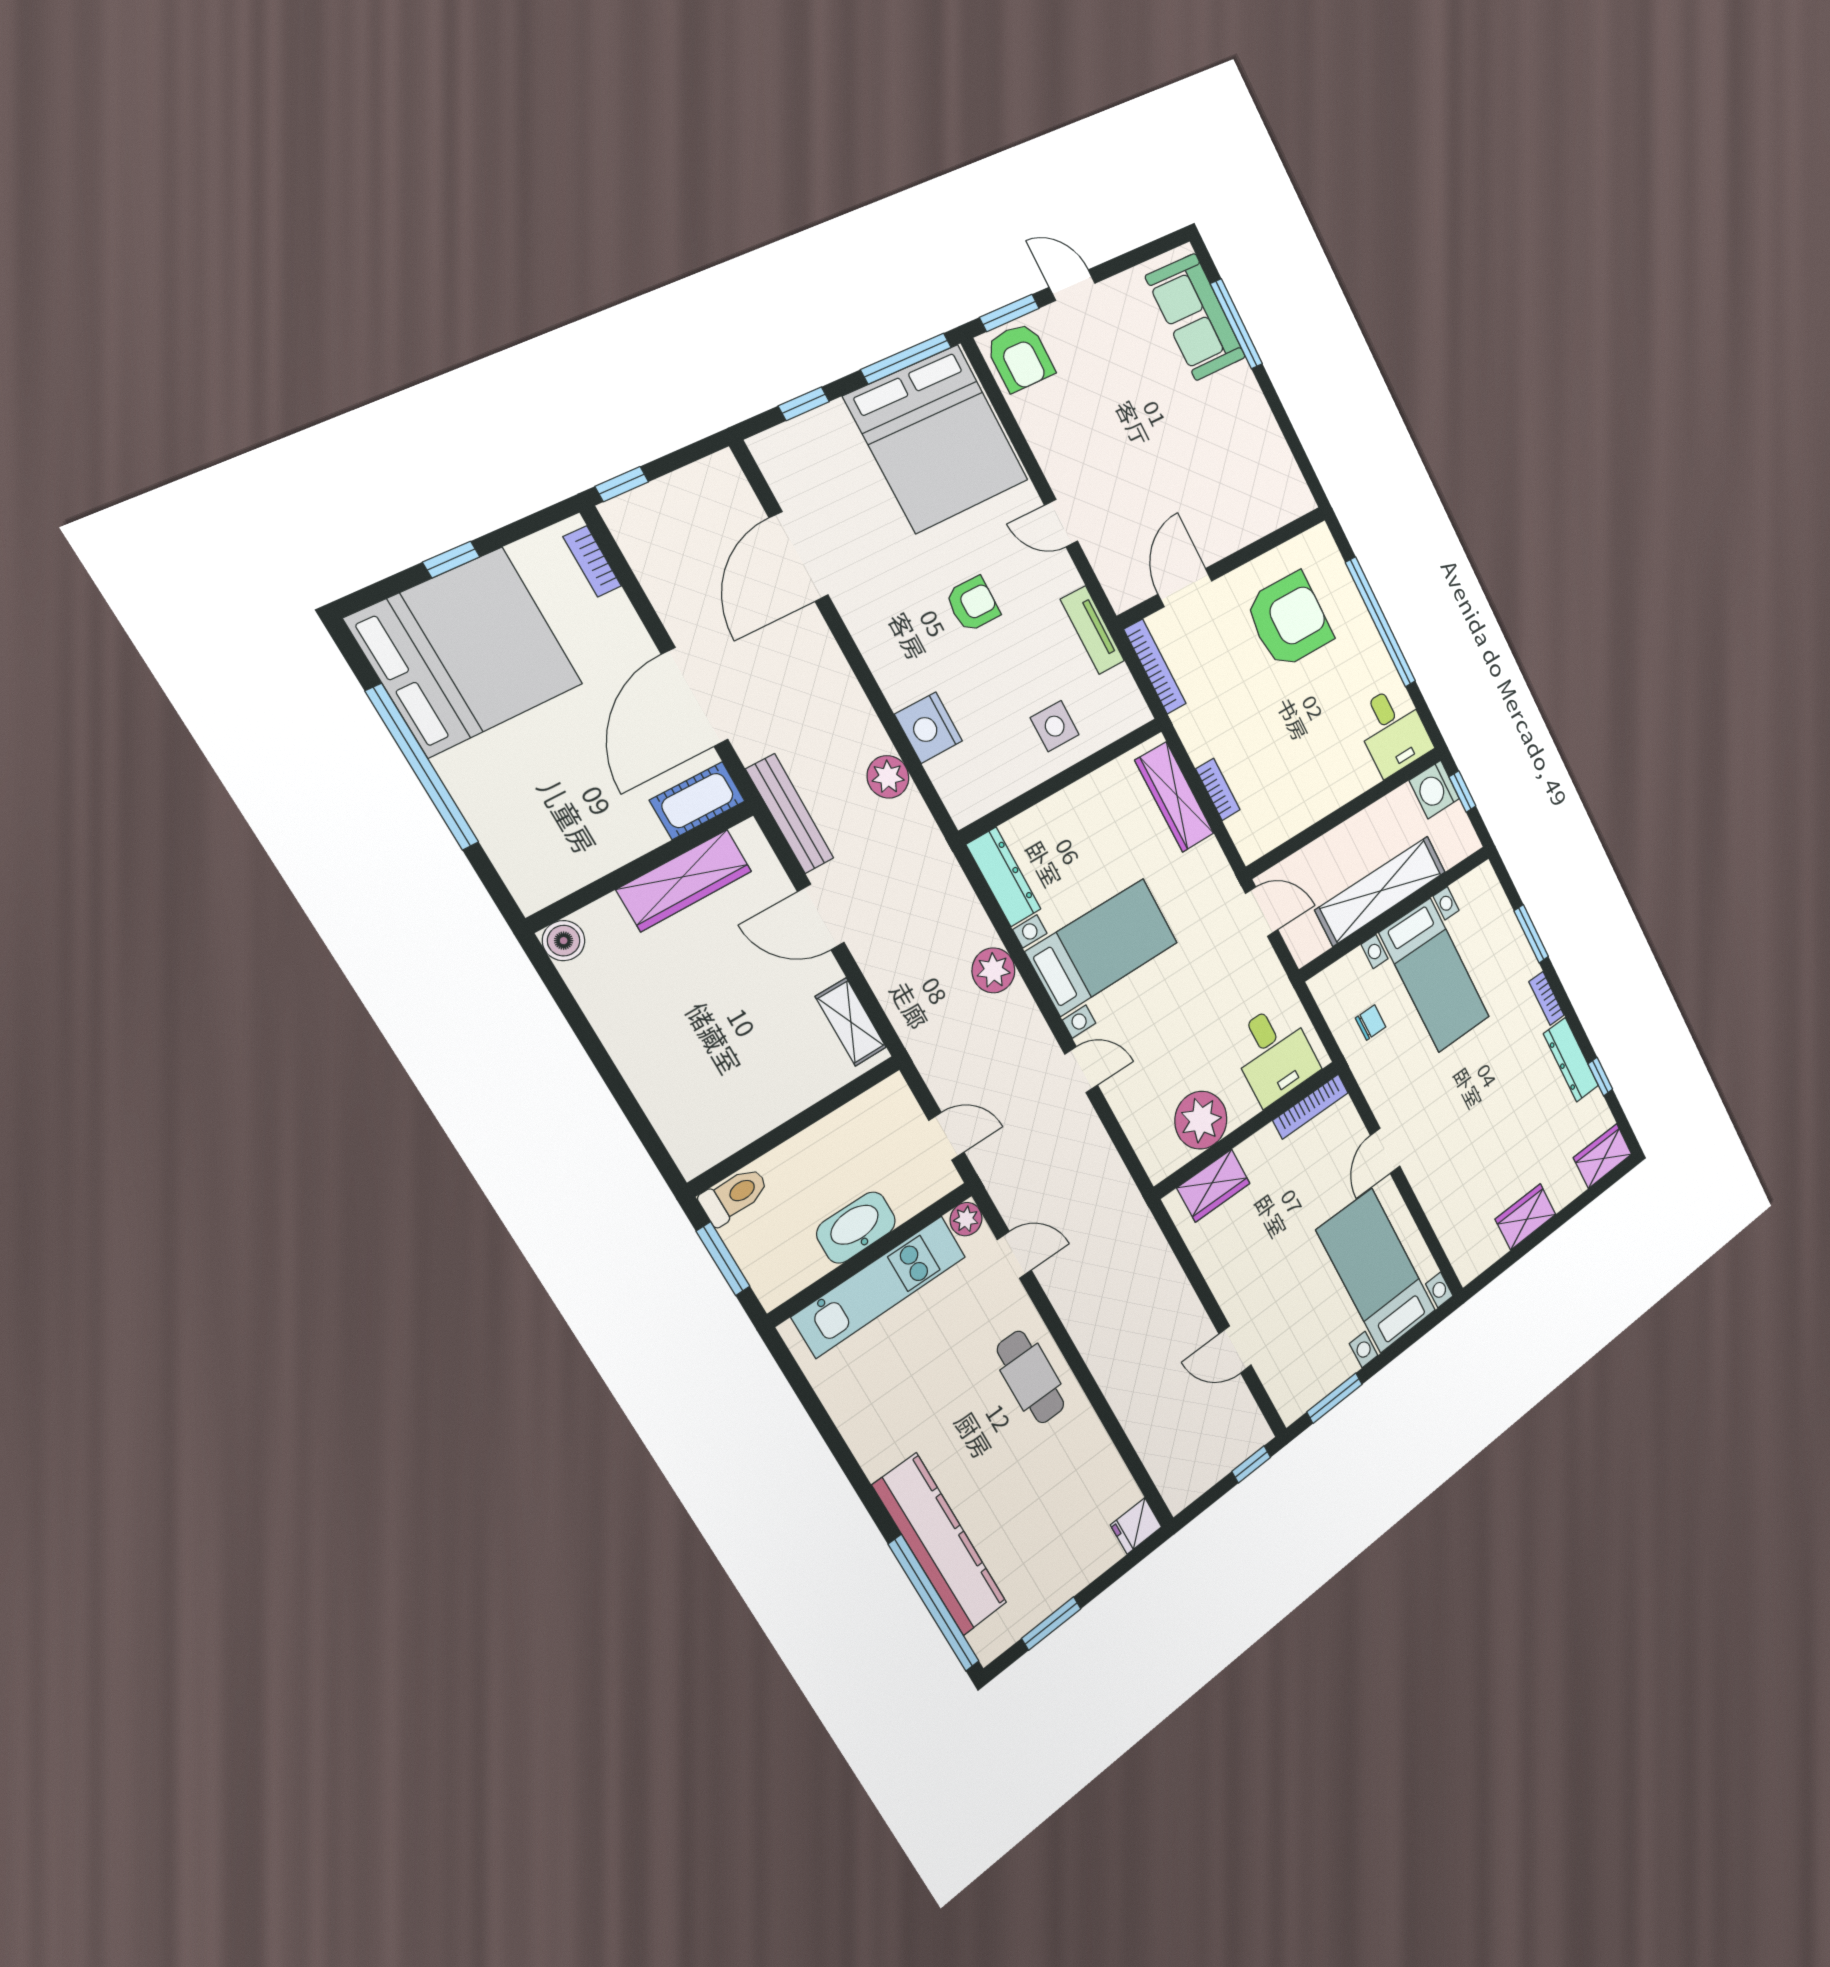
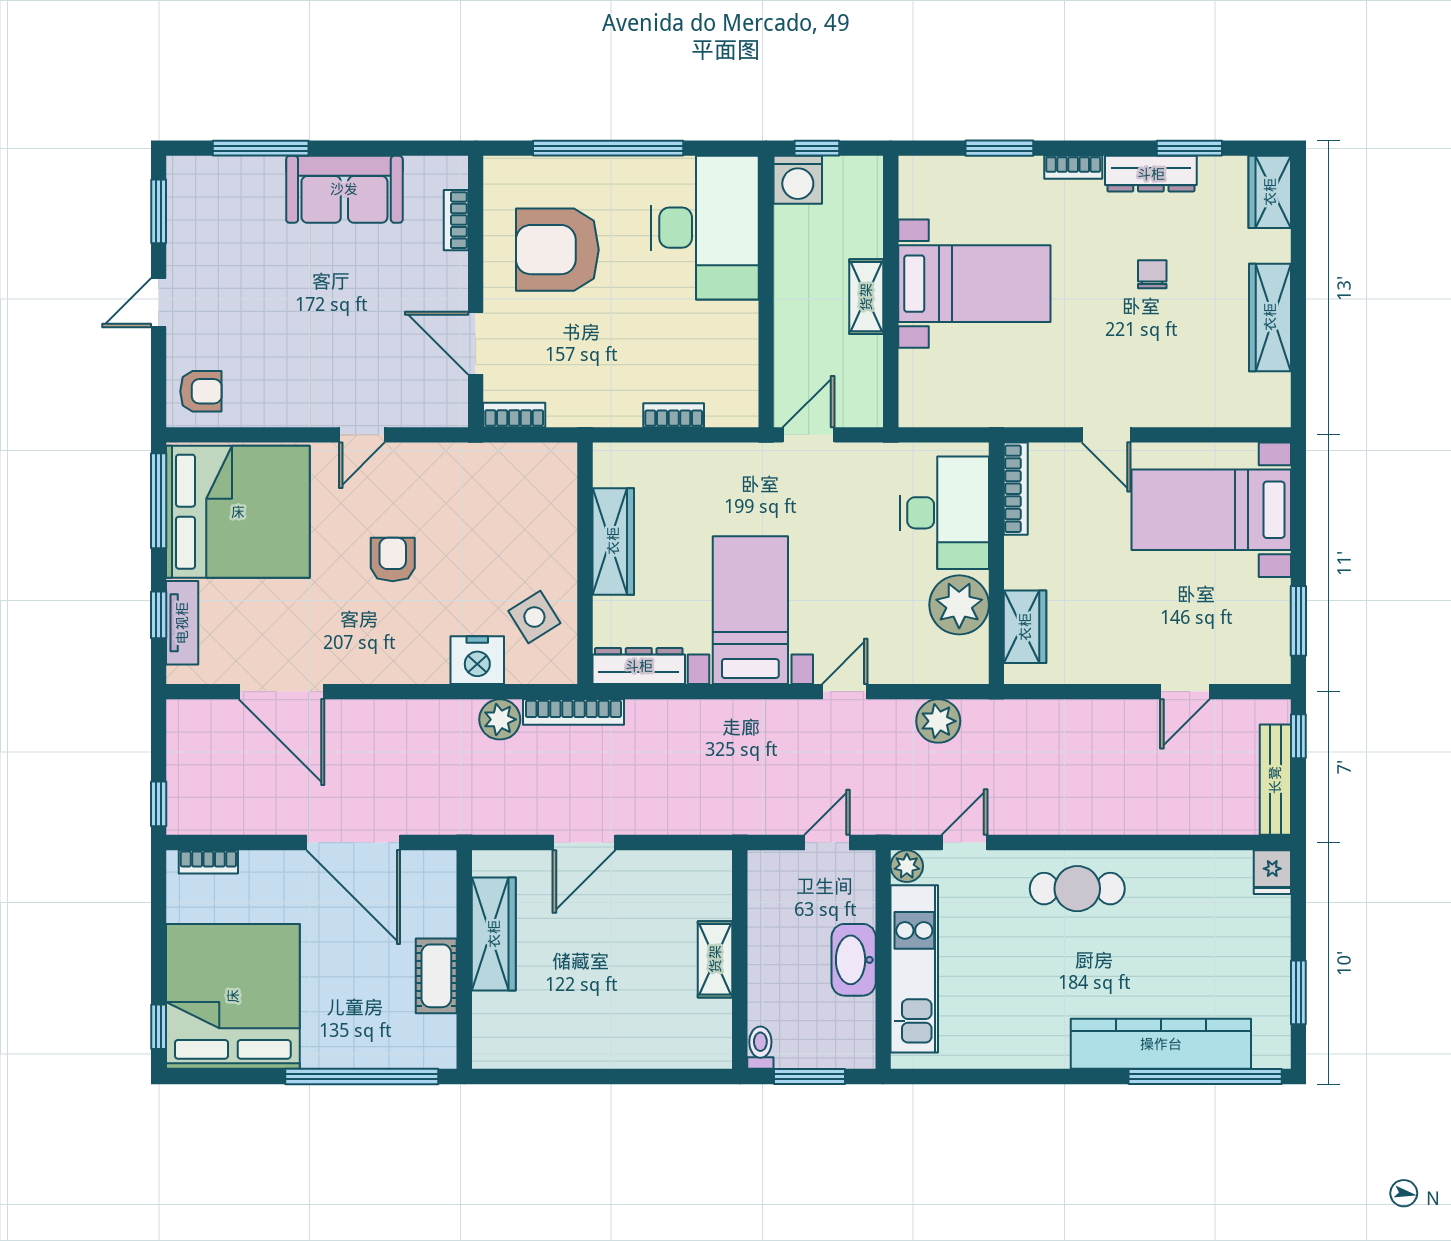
window: (1009, 313) -> (159, 211), moved
sofa: (1196, 317) -> (344, 189), moved
armchair: (1020, 357) -> (201, 391), width x0.72, depth x0.72
bookcase: (1267, 522) -> (456, 220), added
window: (451, 560) -> (159, 1027), moved
armchair: (1289, 620) -> (557, 250), turned -90
tv unit: (1092, 630) -> (182, 623), moved, turned -90
bookcase: (1155, 667) -> (514, 415), width x0.64
side table: (1055, 726) -> (534, 617), moved, turned -32
desk: (1393, 730) -> (705, 228), width x1.87, depth x1.30
window: (422, 767) -> (362, 1076), moved
wardrobe: (1174, 797) -> (613, 541), moved, turned -90
cot: (698, 801) -> (436, 976), moved
bench: (790, 814) -> (1275, 780), moved, turned 90
bookcase: (932, 841) -> (573, 712), added
shelving: (1381, 891) -> (866, 297), width x0.45, depth x0.75
boiler: (564, 941) -> (490, 1051), removed
plant: (993, 970) -> (938, 721), moved
shelving: (851, 1022) -> (715, 959), moved, turned 90
chair: (1371, 1022) -> (1152, 274), moved
desk: (1274, 1054) -> (945, 513), width x1.37
window: (1600, 1077) -> (1189, 148), width x1.50
toilet: (734, 1196) -> (760, 1048), width x0.73, depth x0.72
wardrobe: (1526, 1217) -> (1270, 317), width x1.50

